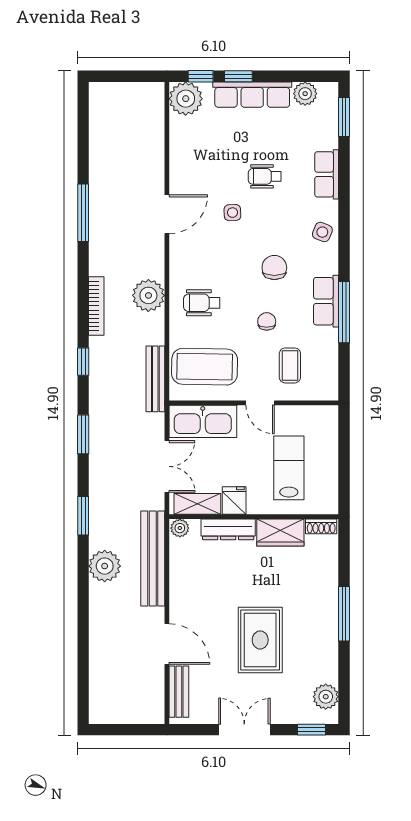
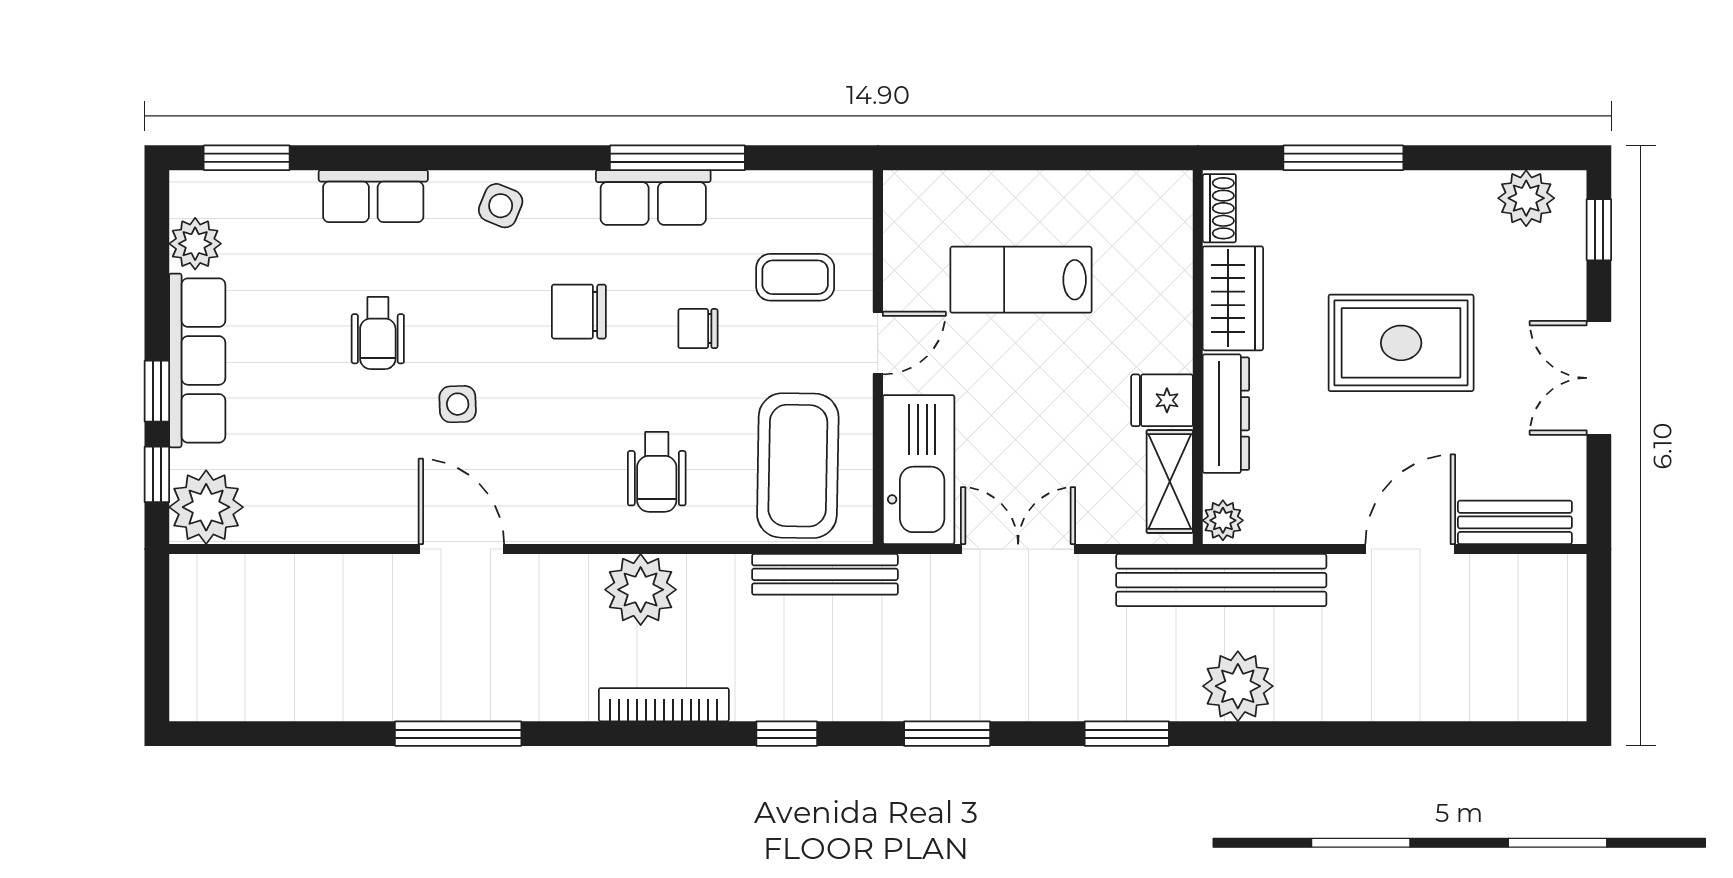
fridge: (234, 500) -> (1162, 400), moved
shelving: (197, 504) -> (1170, 482), moved
wall: (254, 517) -> (1198, 357), moved
shoe rack: (321, 526) -> (1219, 208), moved
plant: (180, 528) -> (1223, 520), moved
dresser: (228, 529) -> (1226, 414), moved
wardrobe: (280, 533) -> (1233, 298), moved

